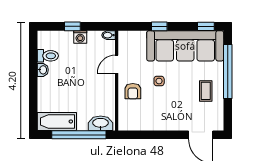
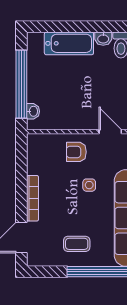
bathtub: (57, 121) -> (69, 43), moved, turned 90
washbasin: (101, 123) -> (33, 111), width x0.52, depth x0.69
bookcase: (170, 126) -> (33, 198), added

